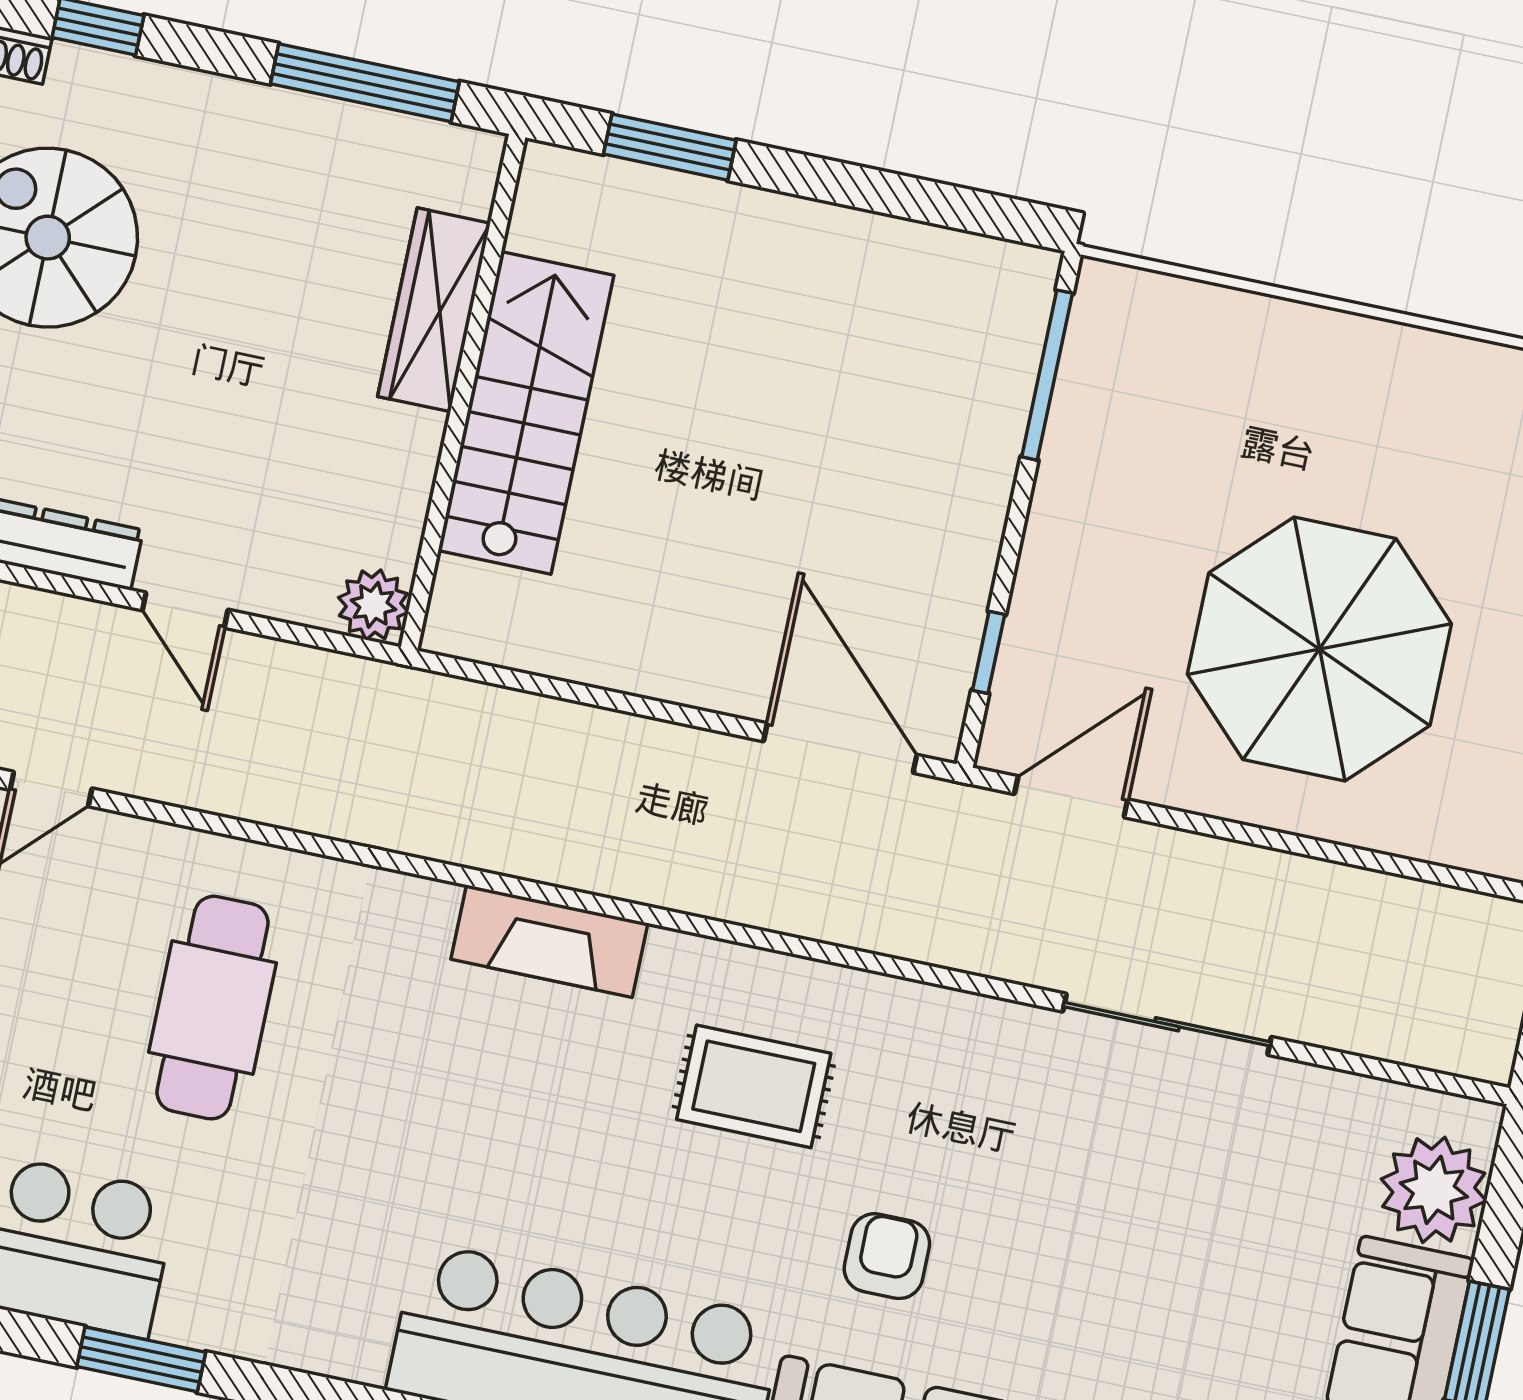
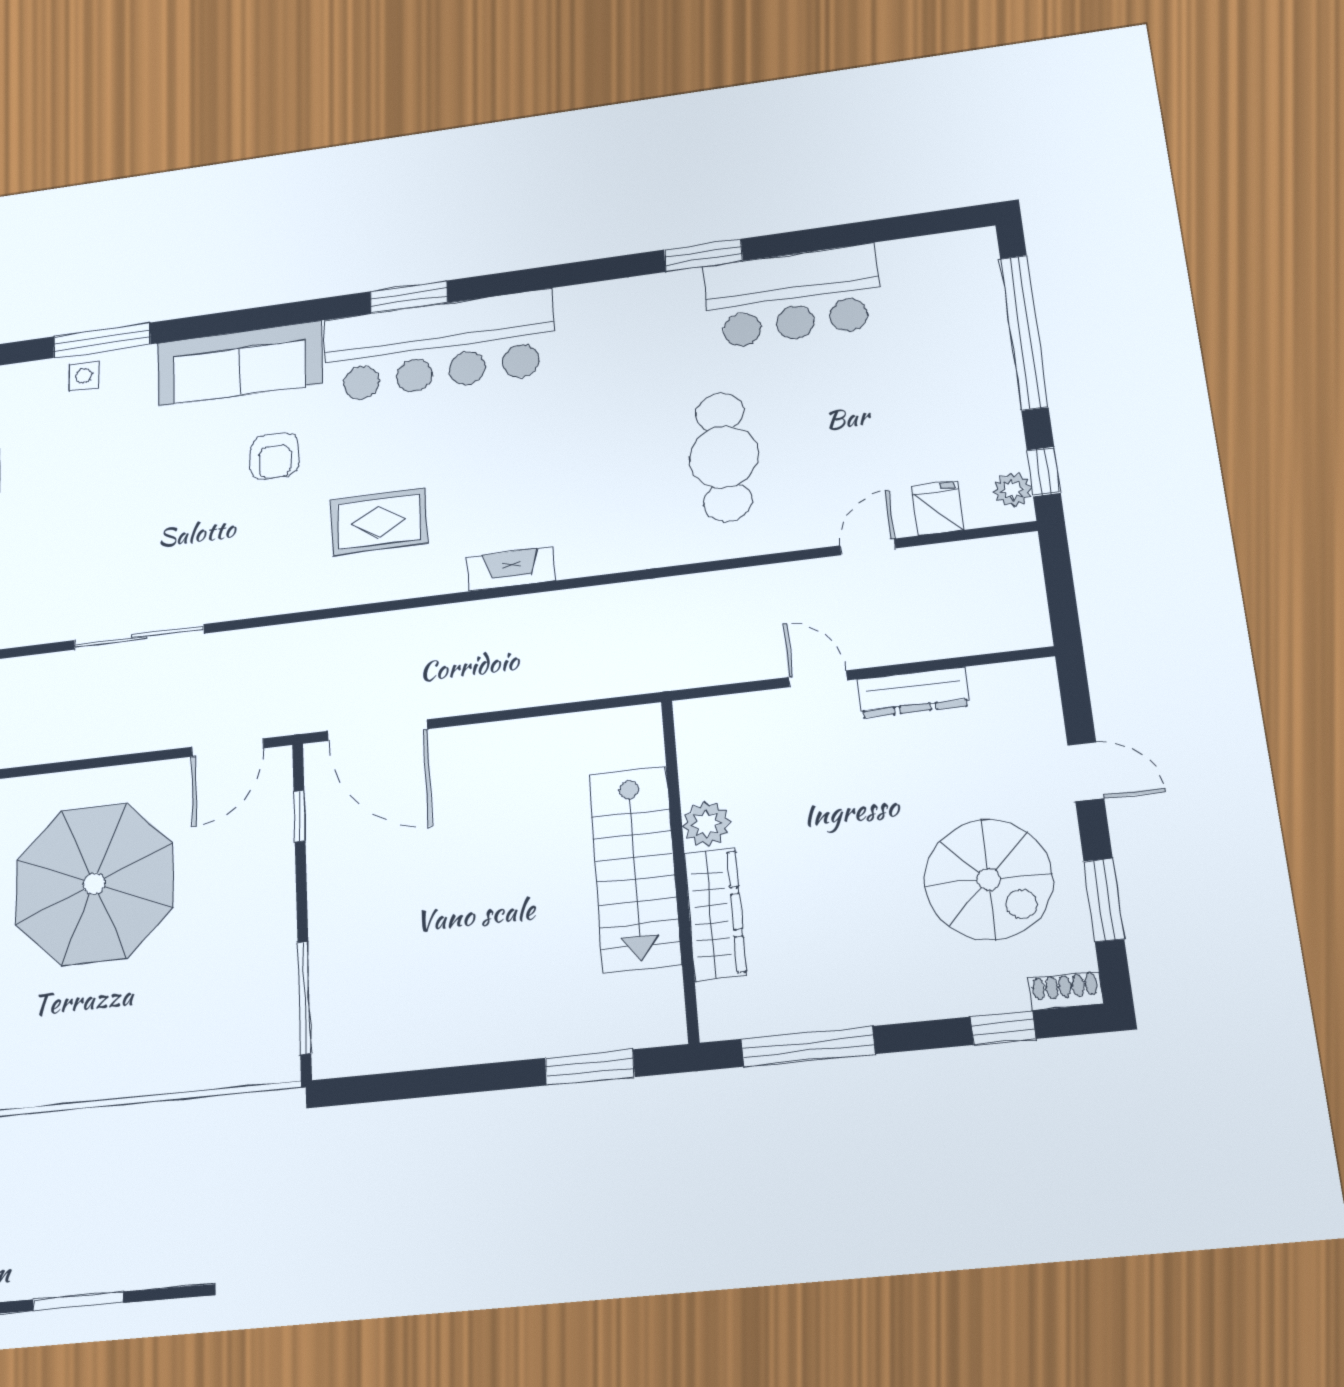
plant: (373, 605) -> (706, 824), moved
fireplace: (549, 941) -> (511, 569), width x0.73, depth x0.76

